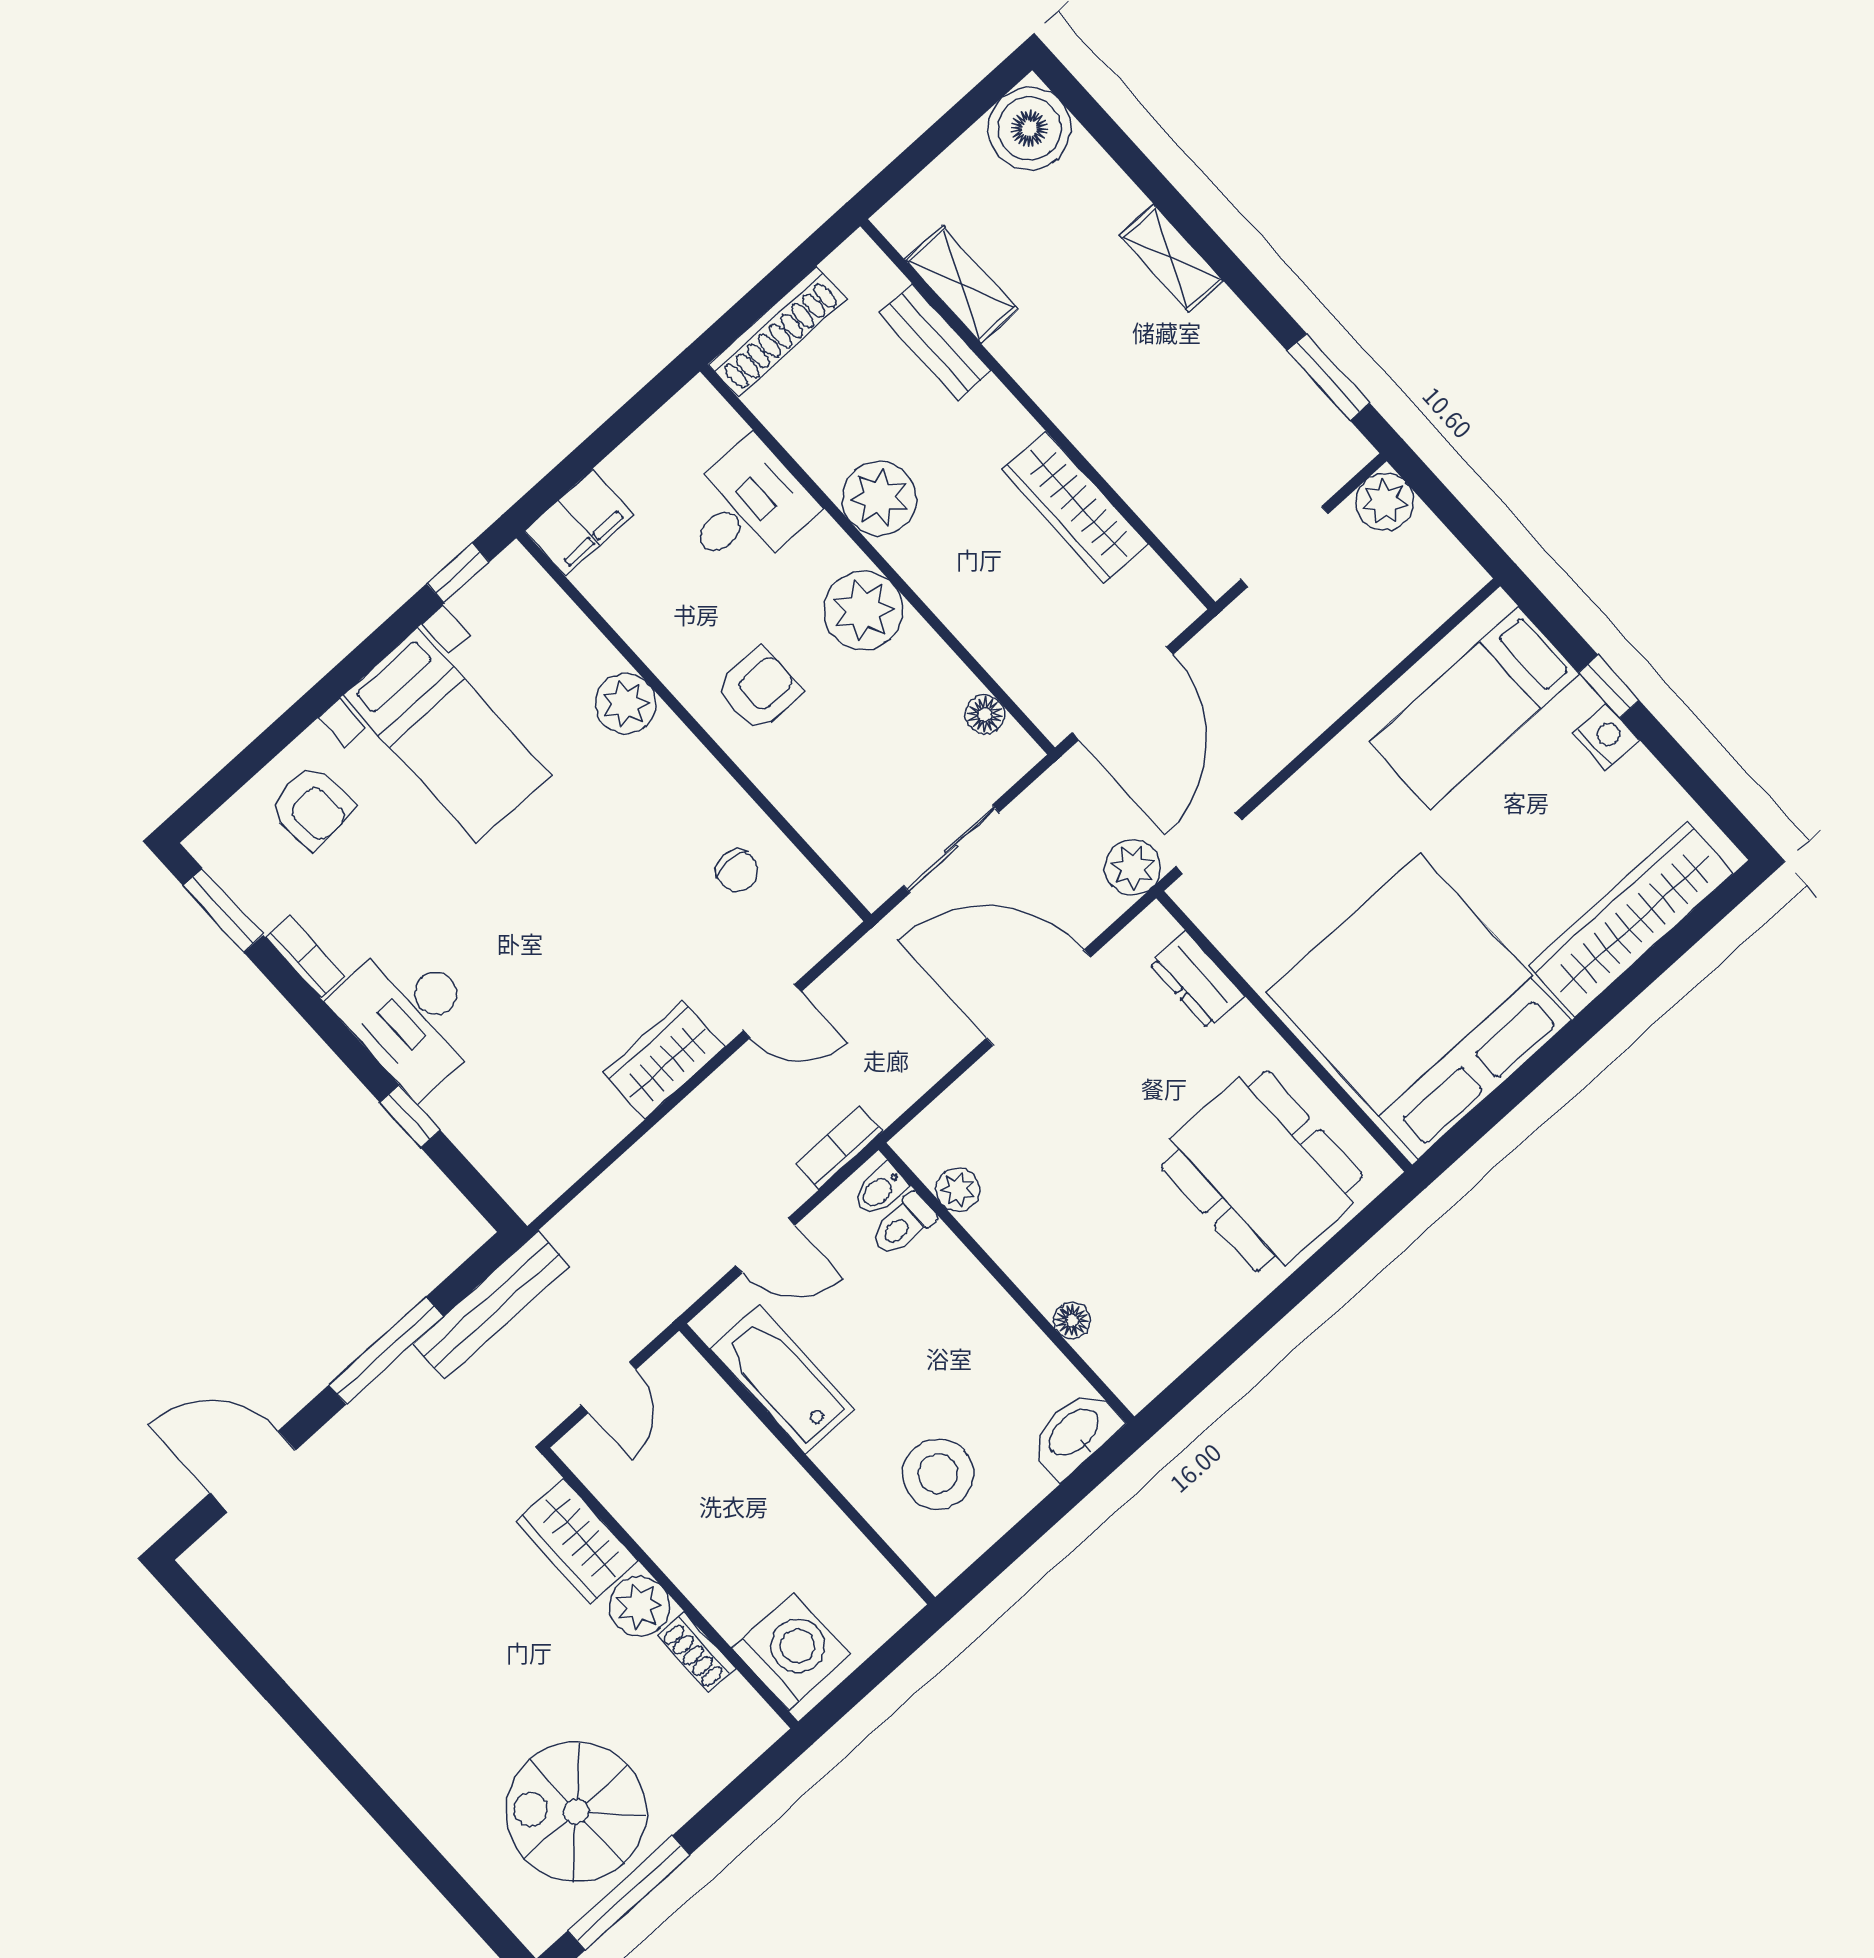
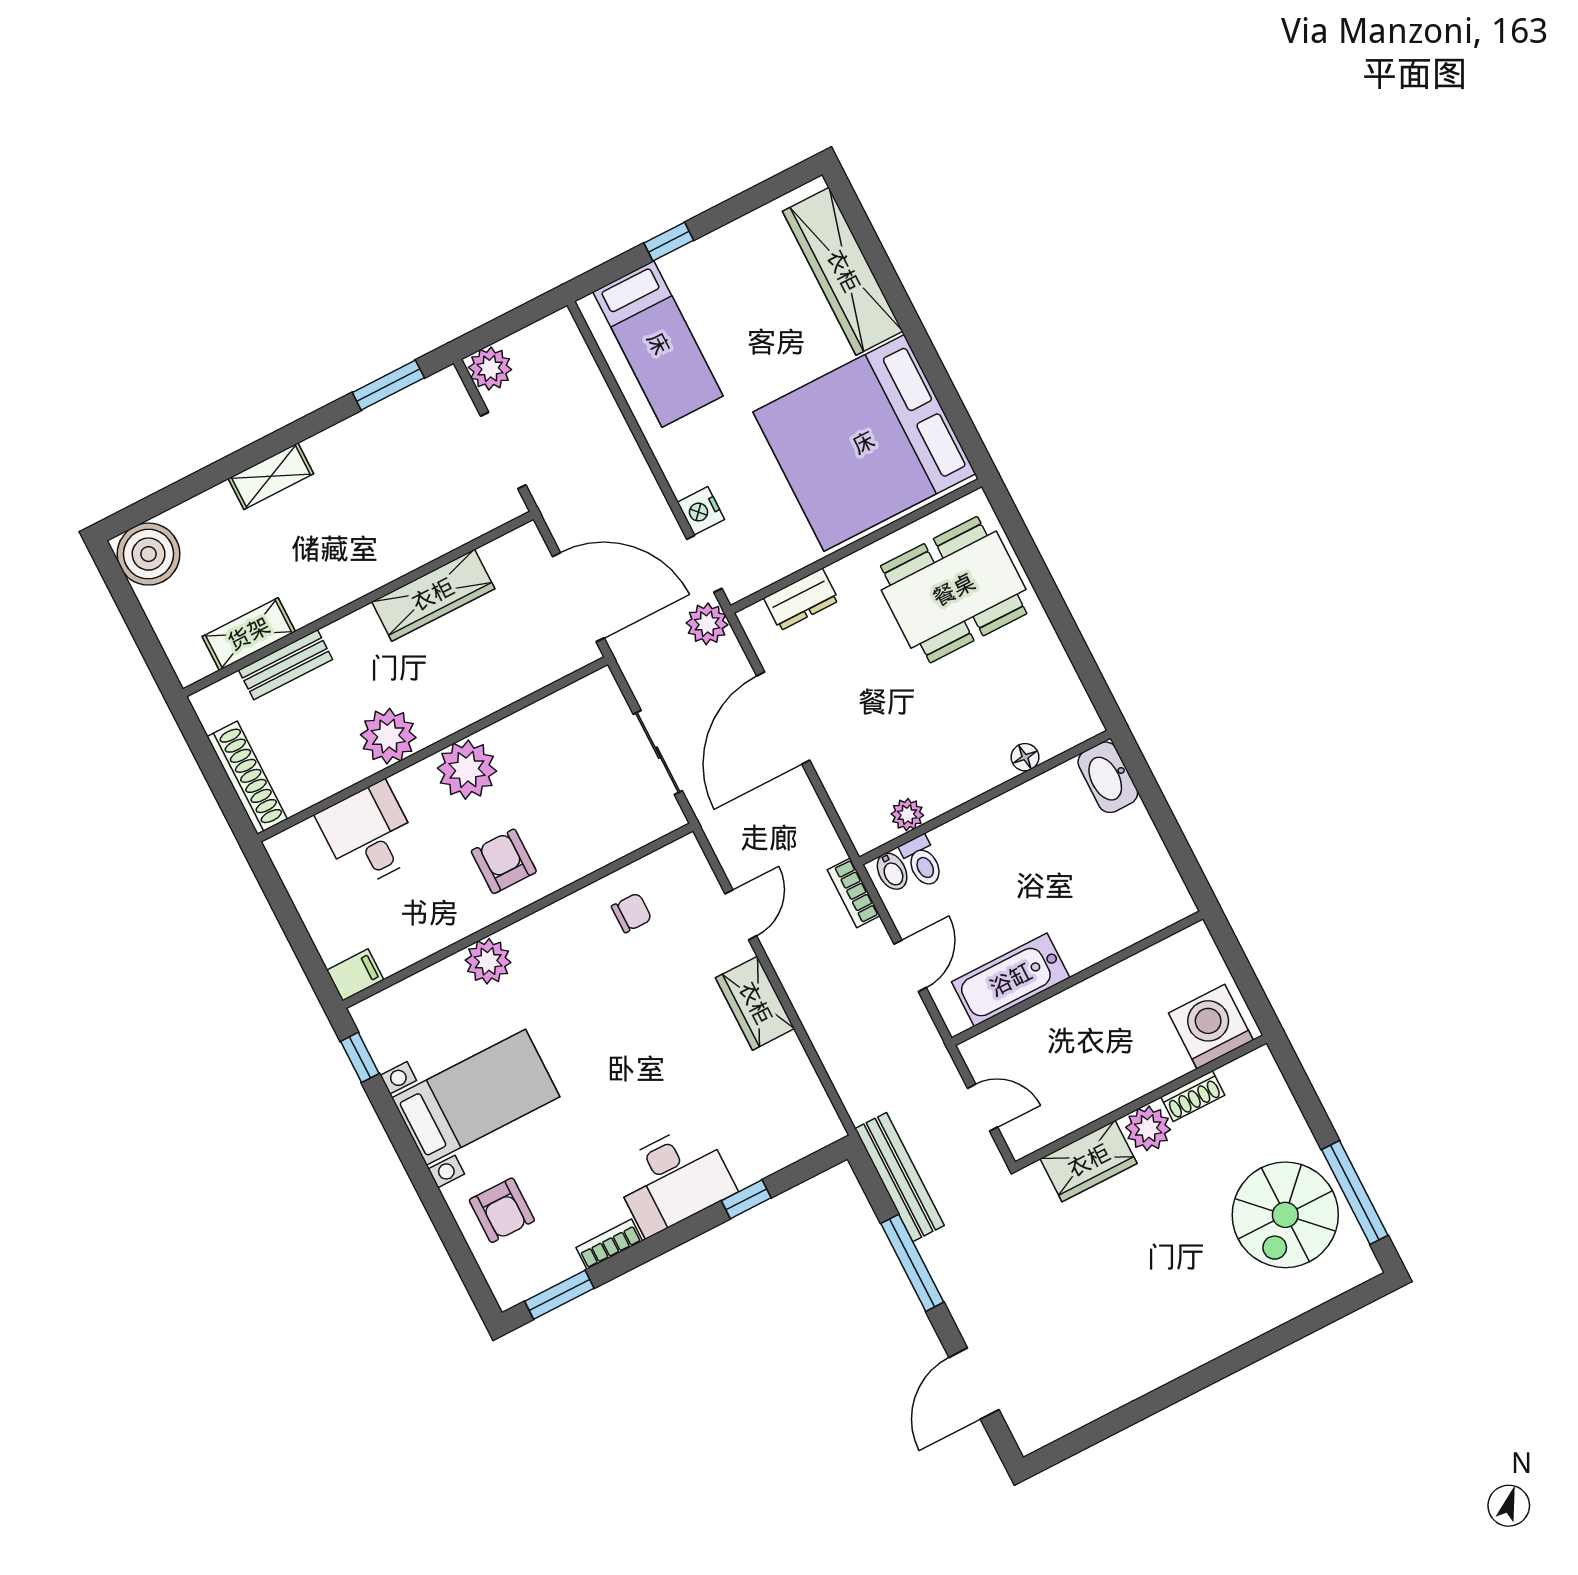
filing cabinet: (579, 523) -> (355, 975), width x0.50
floor lamp: (985, 715) -> (567, 702), removed
nightstand: (1606, 737) -> (701, 511), moved, turned -90
armchair: (311, 807) -> (502, 1210), turned 95
stool: (938, 1474) -> (1110, 885), removed

